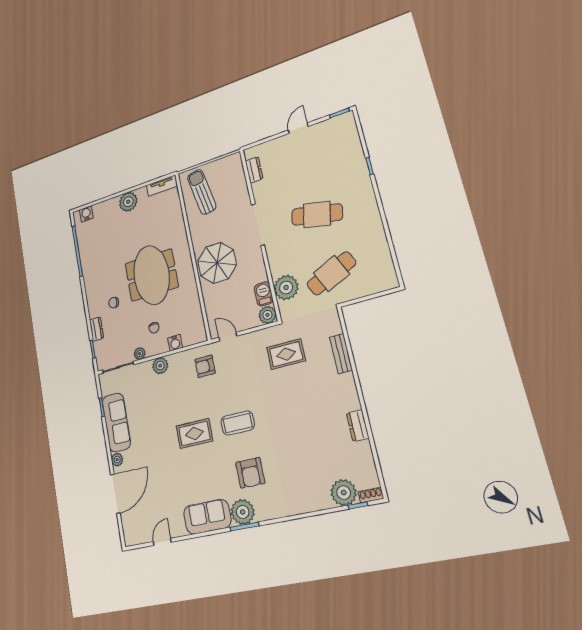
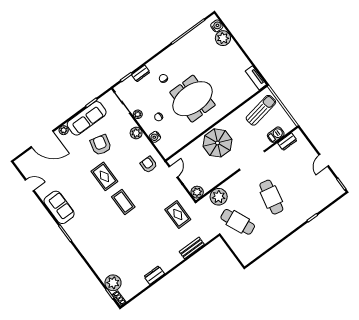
door: (298, 128) -> (324, 160), swing flipped
plant: (128, 202) -> (223, 38), moved
barbecue: (264, 294) -> (276, 135), moved
armchair: (250, 473) -> (101, 145), moved, turned 104
plant: (243, 512) -> (73, 228), removed

